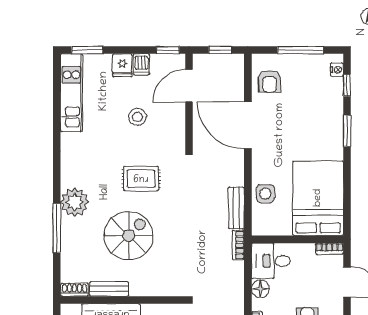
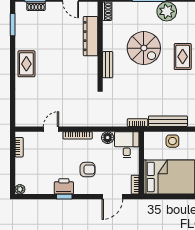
bench: (236, 208) -> (168, 121), width x1.36
bench: (109, 289) -> (108, 65), moved

